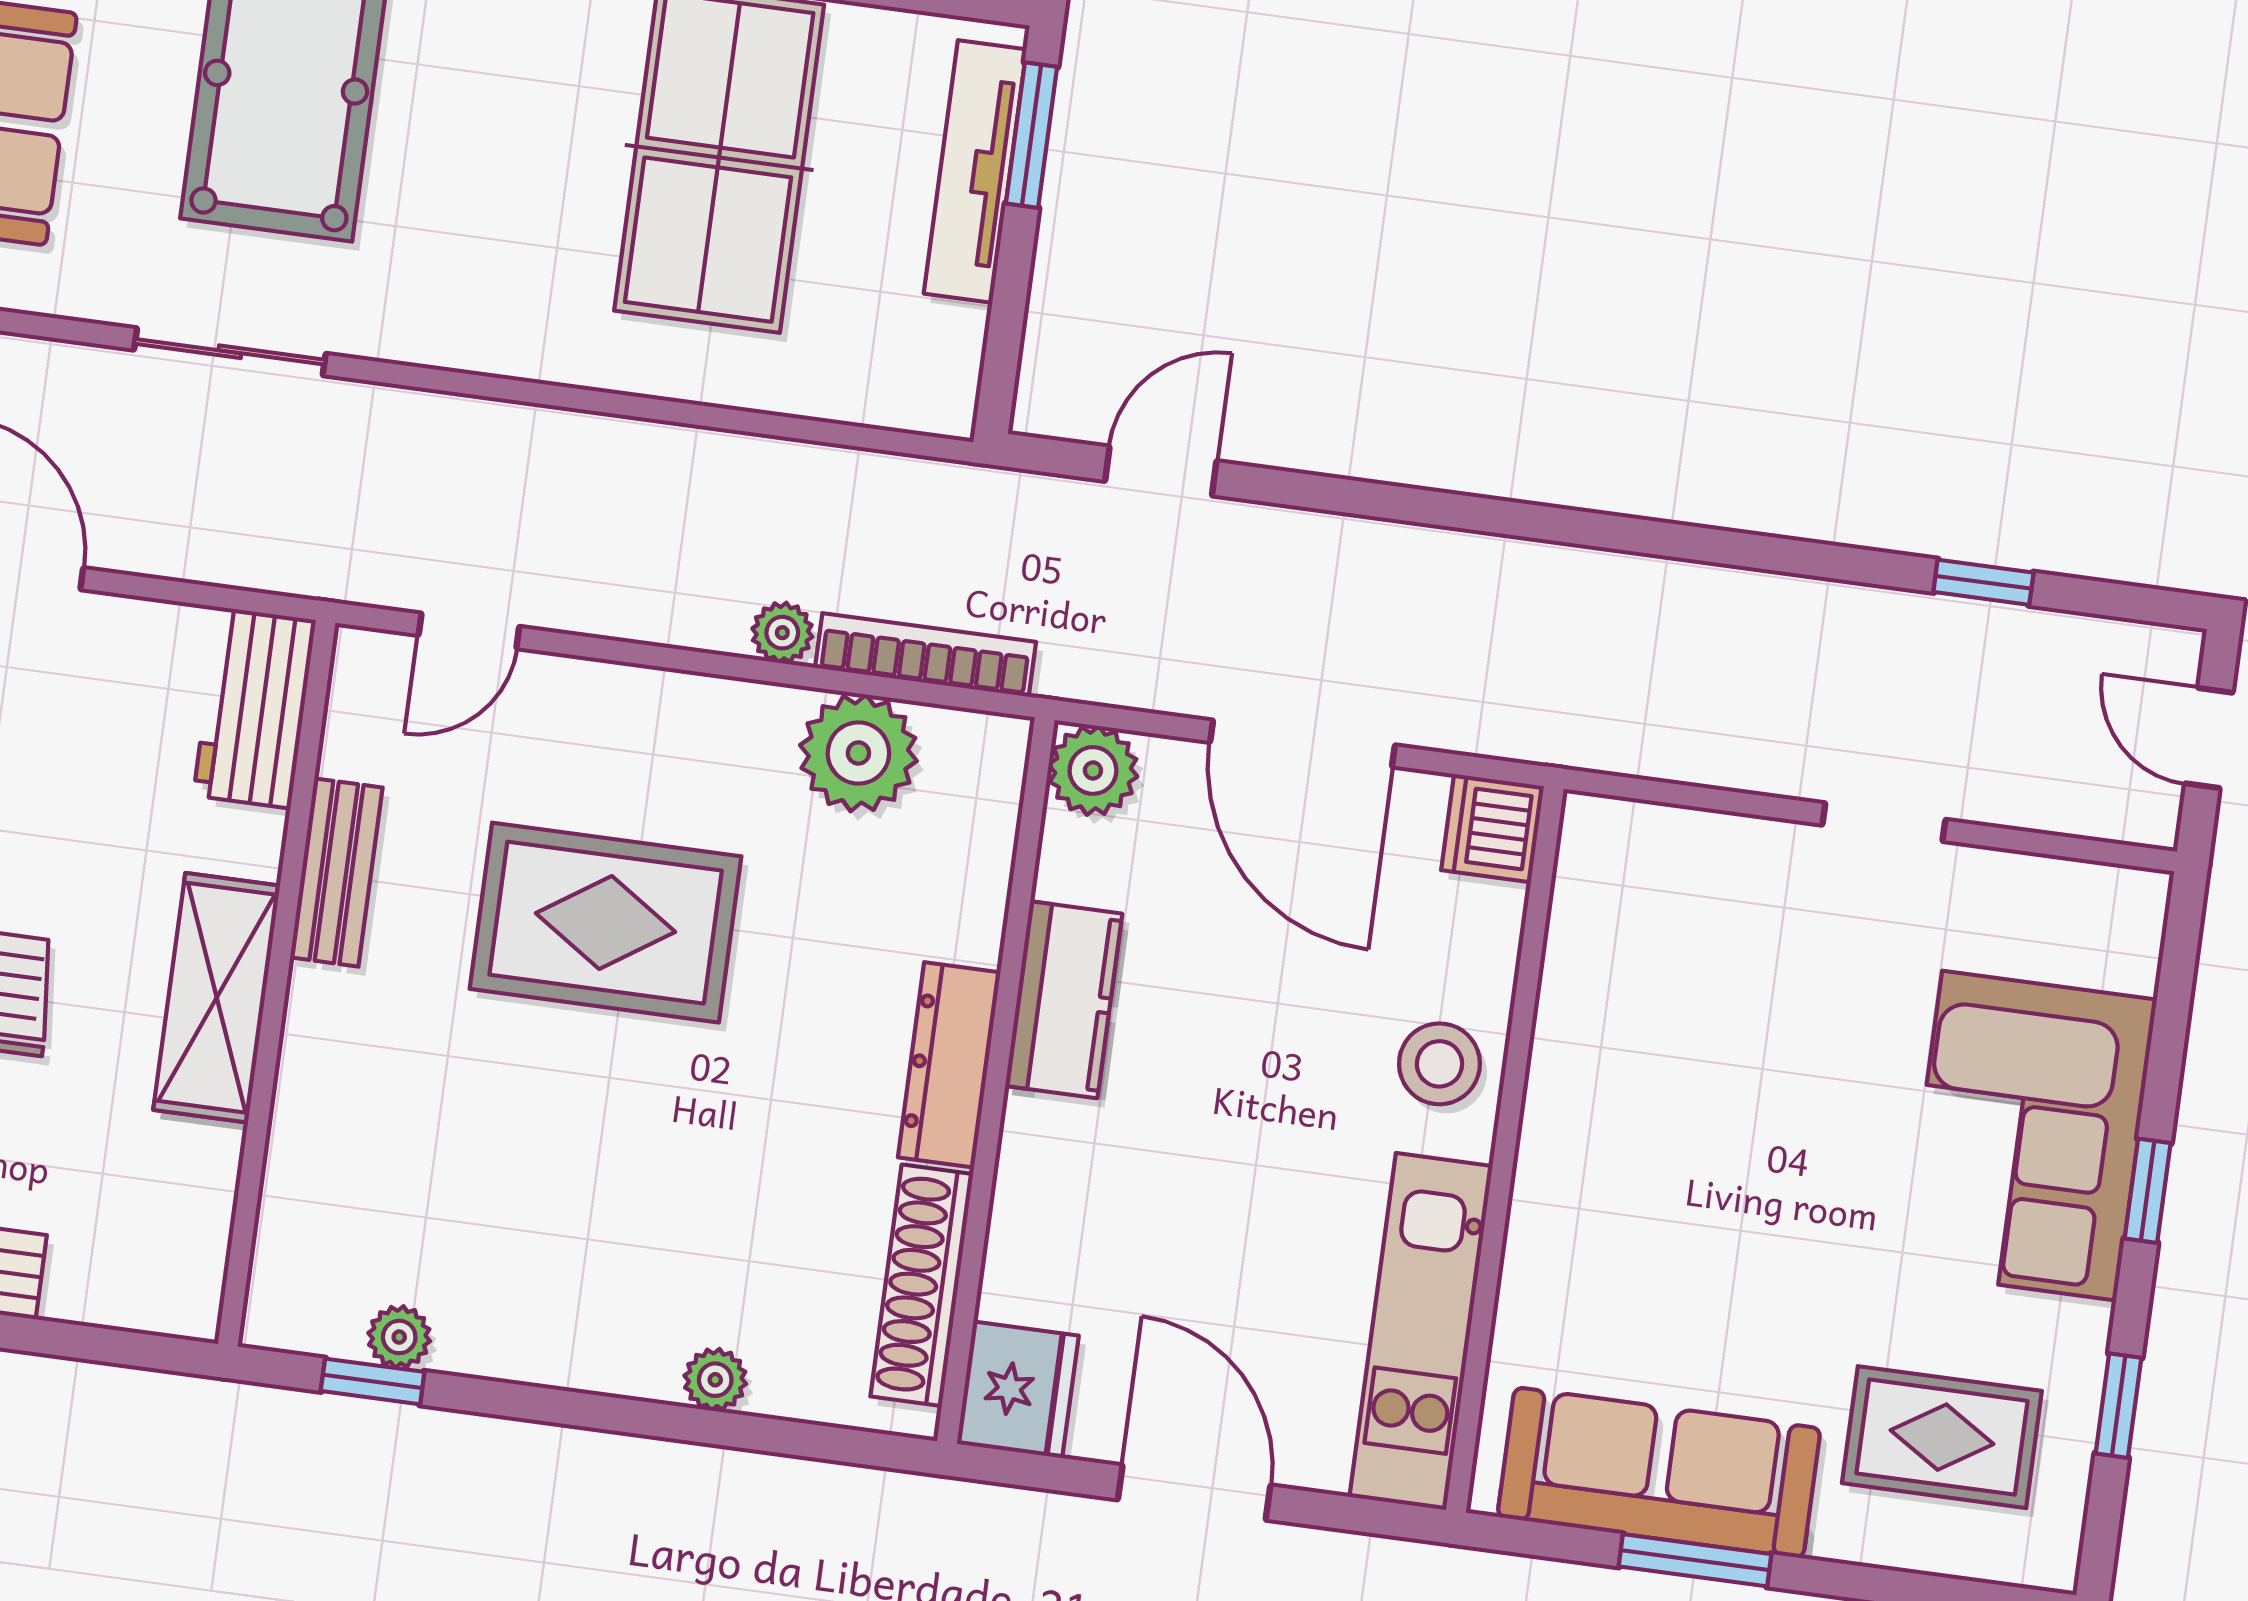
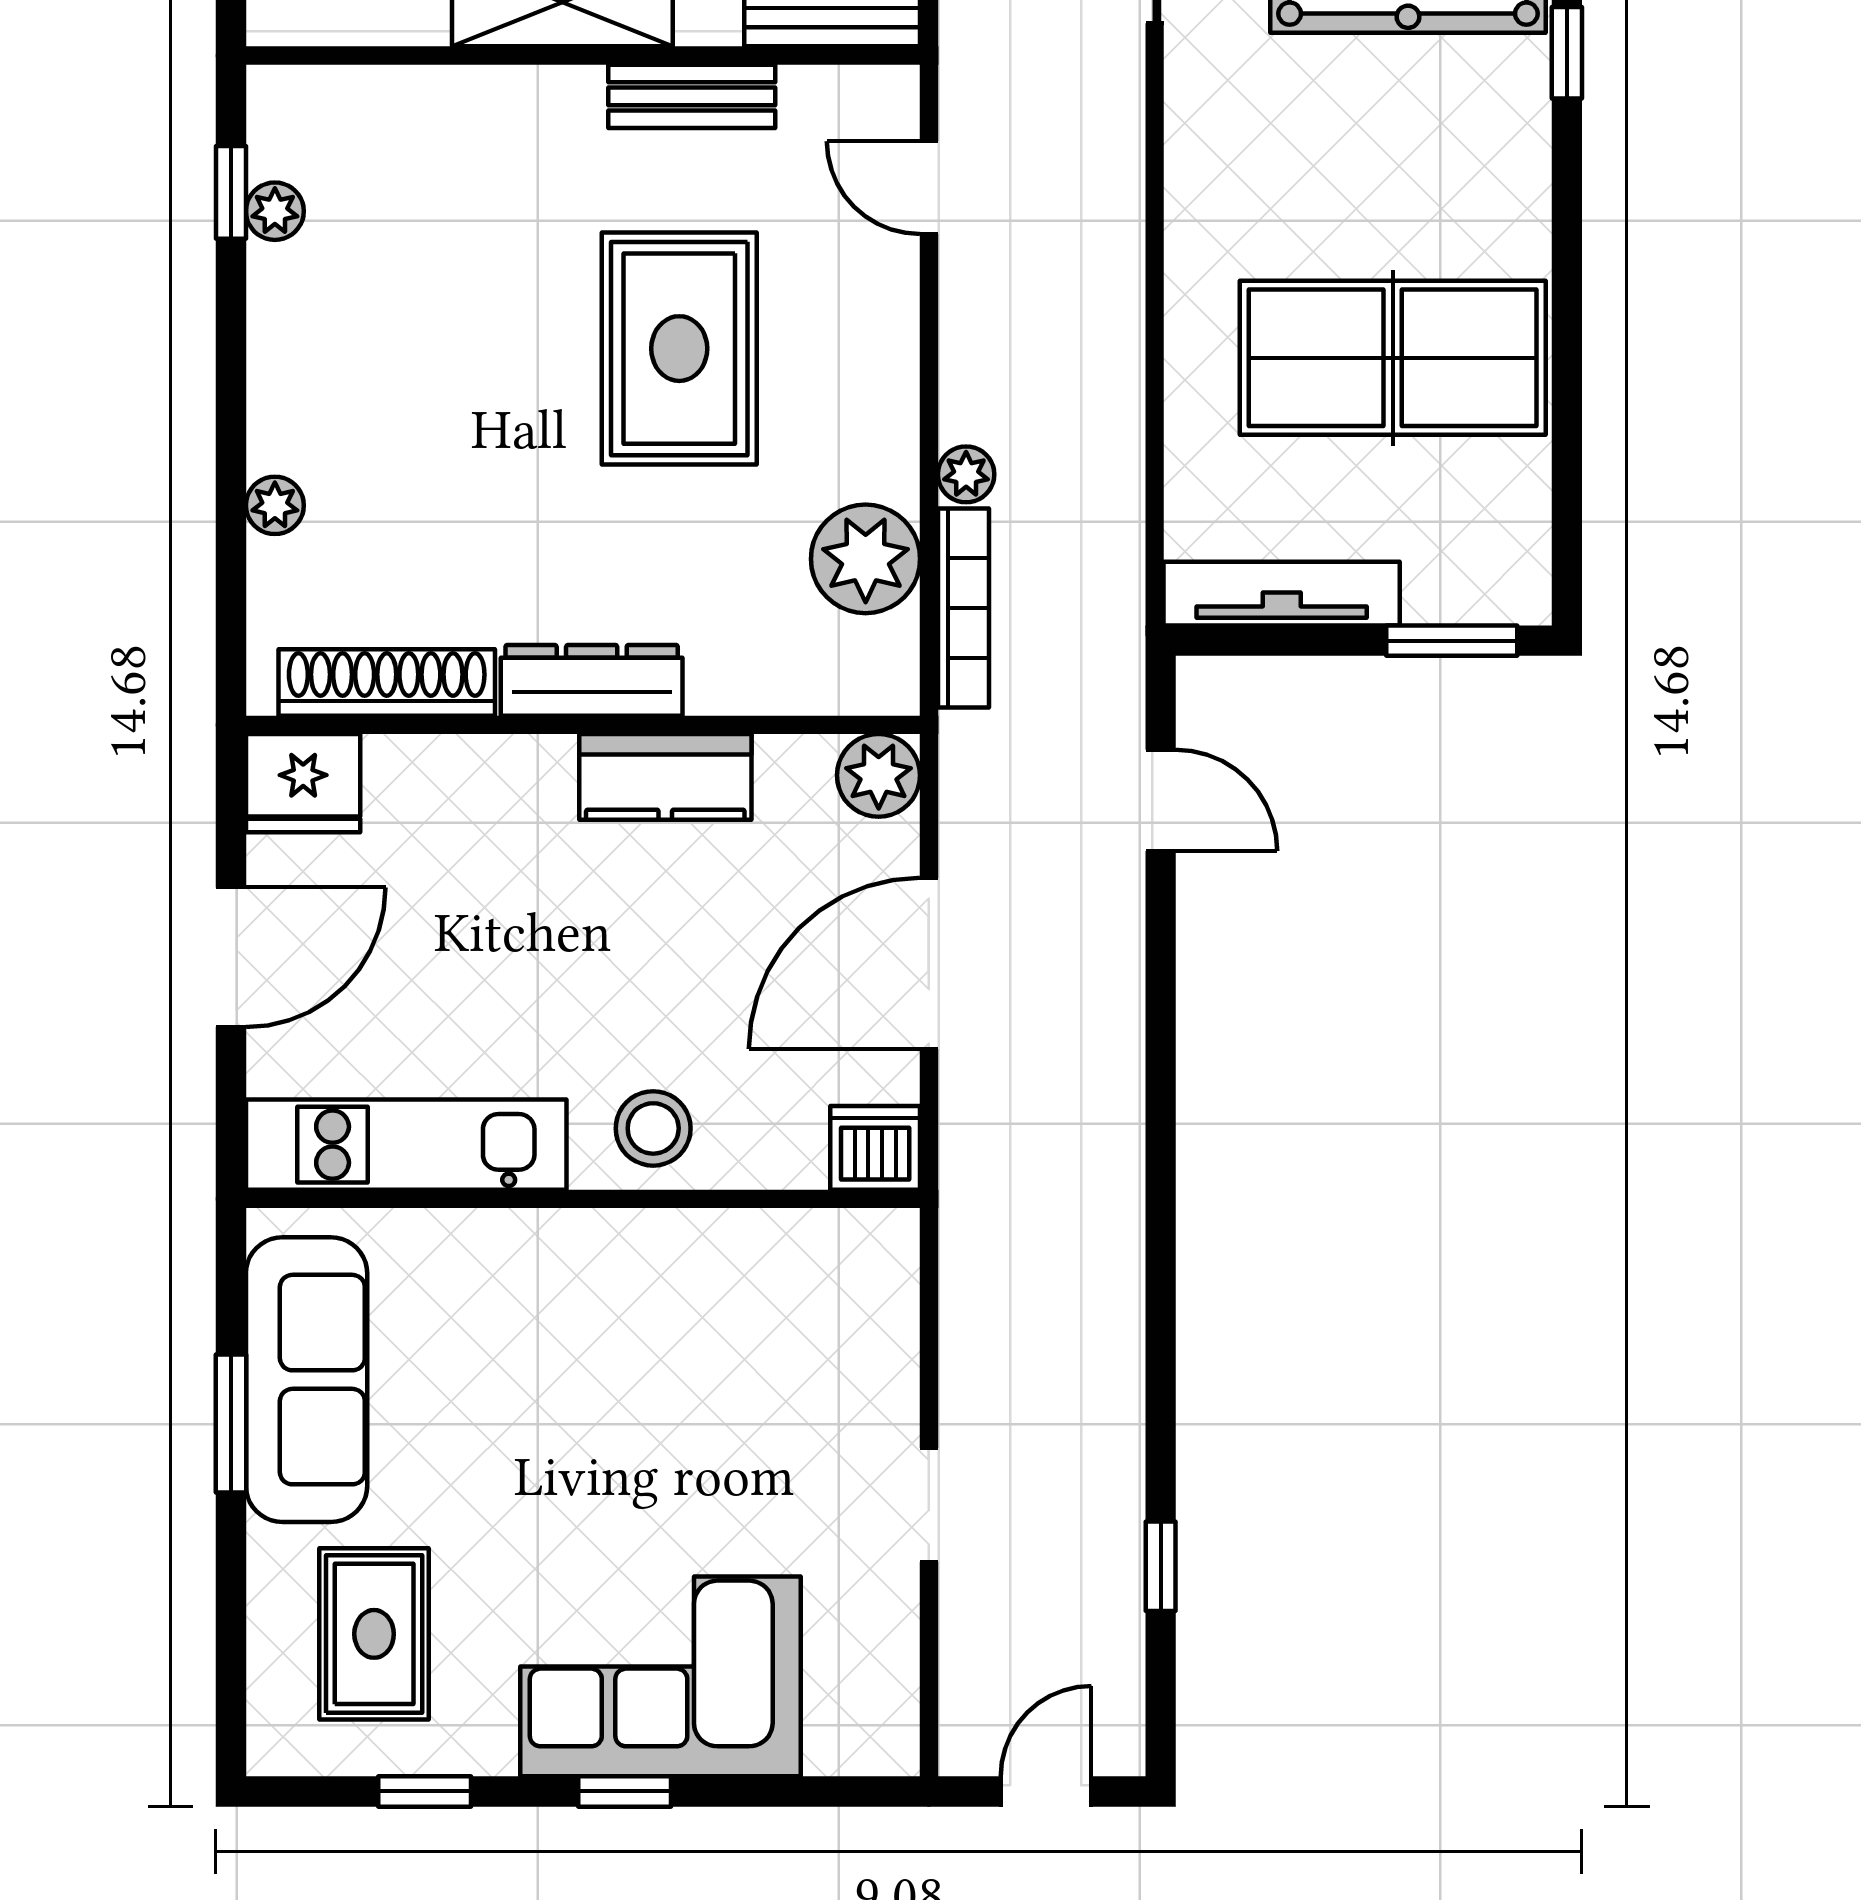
tv unit: (975, 171) -> (1282, 594), moved

